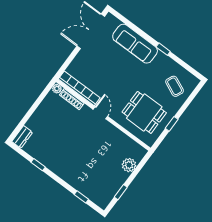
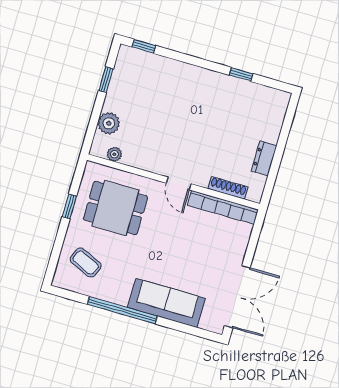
window: (163, 49) -> (122, 310), width x3.17
plant: (57, 89) -> (114, 154), moved
dresser: (22, 137) -> (264, 158), moved
window: (81, 197) -> (144, 46), moved

